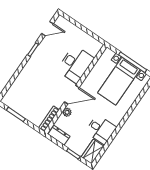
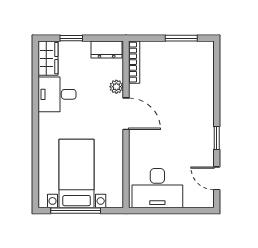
door: (47, 29) -> (217, 178), hinge flipped
desk: (75, 64) -> (157, 188), moved, turned -90
door: (72, 95) -> (126, 114), swing flipped

